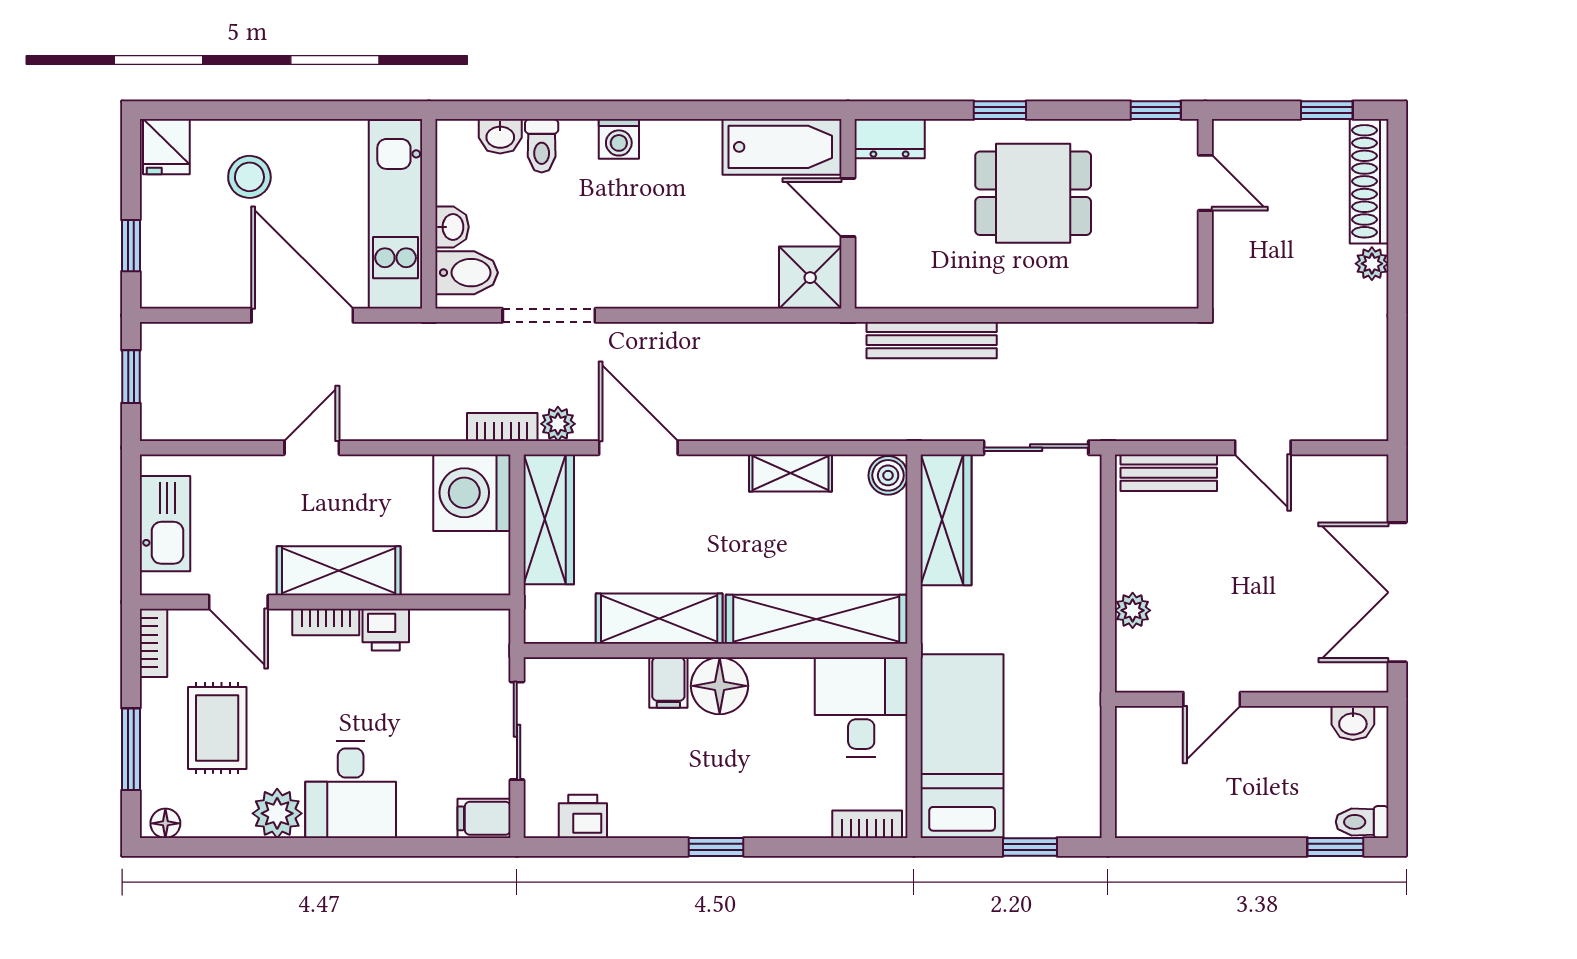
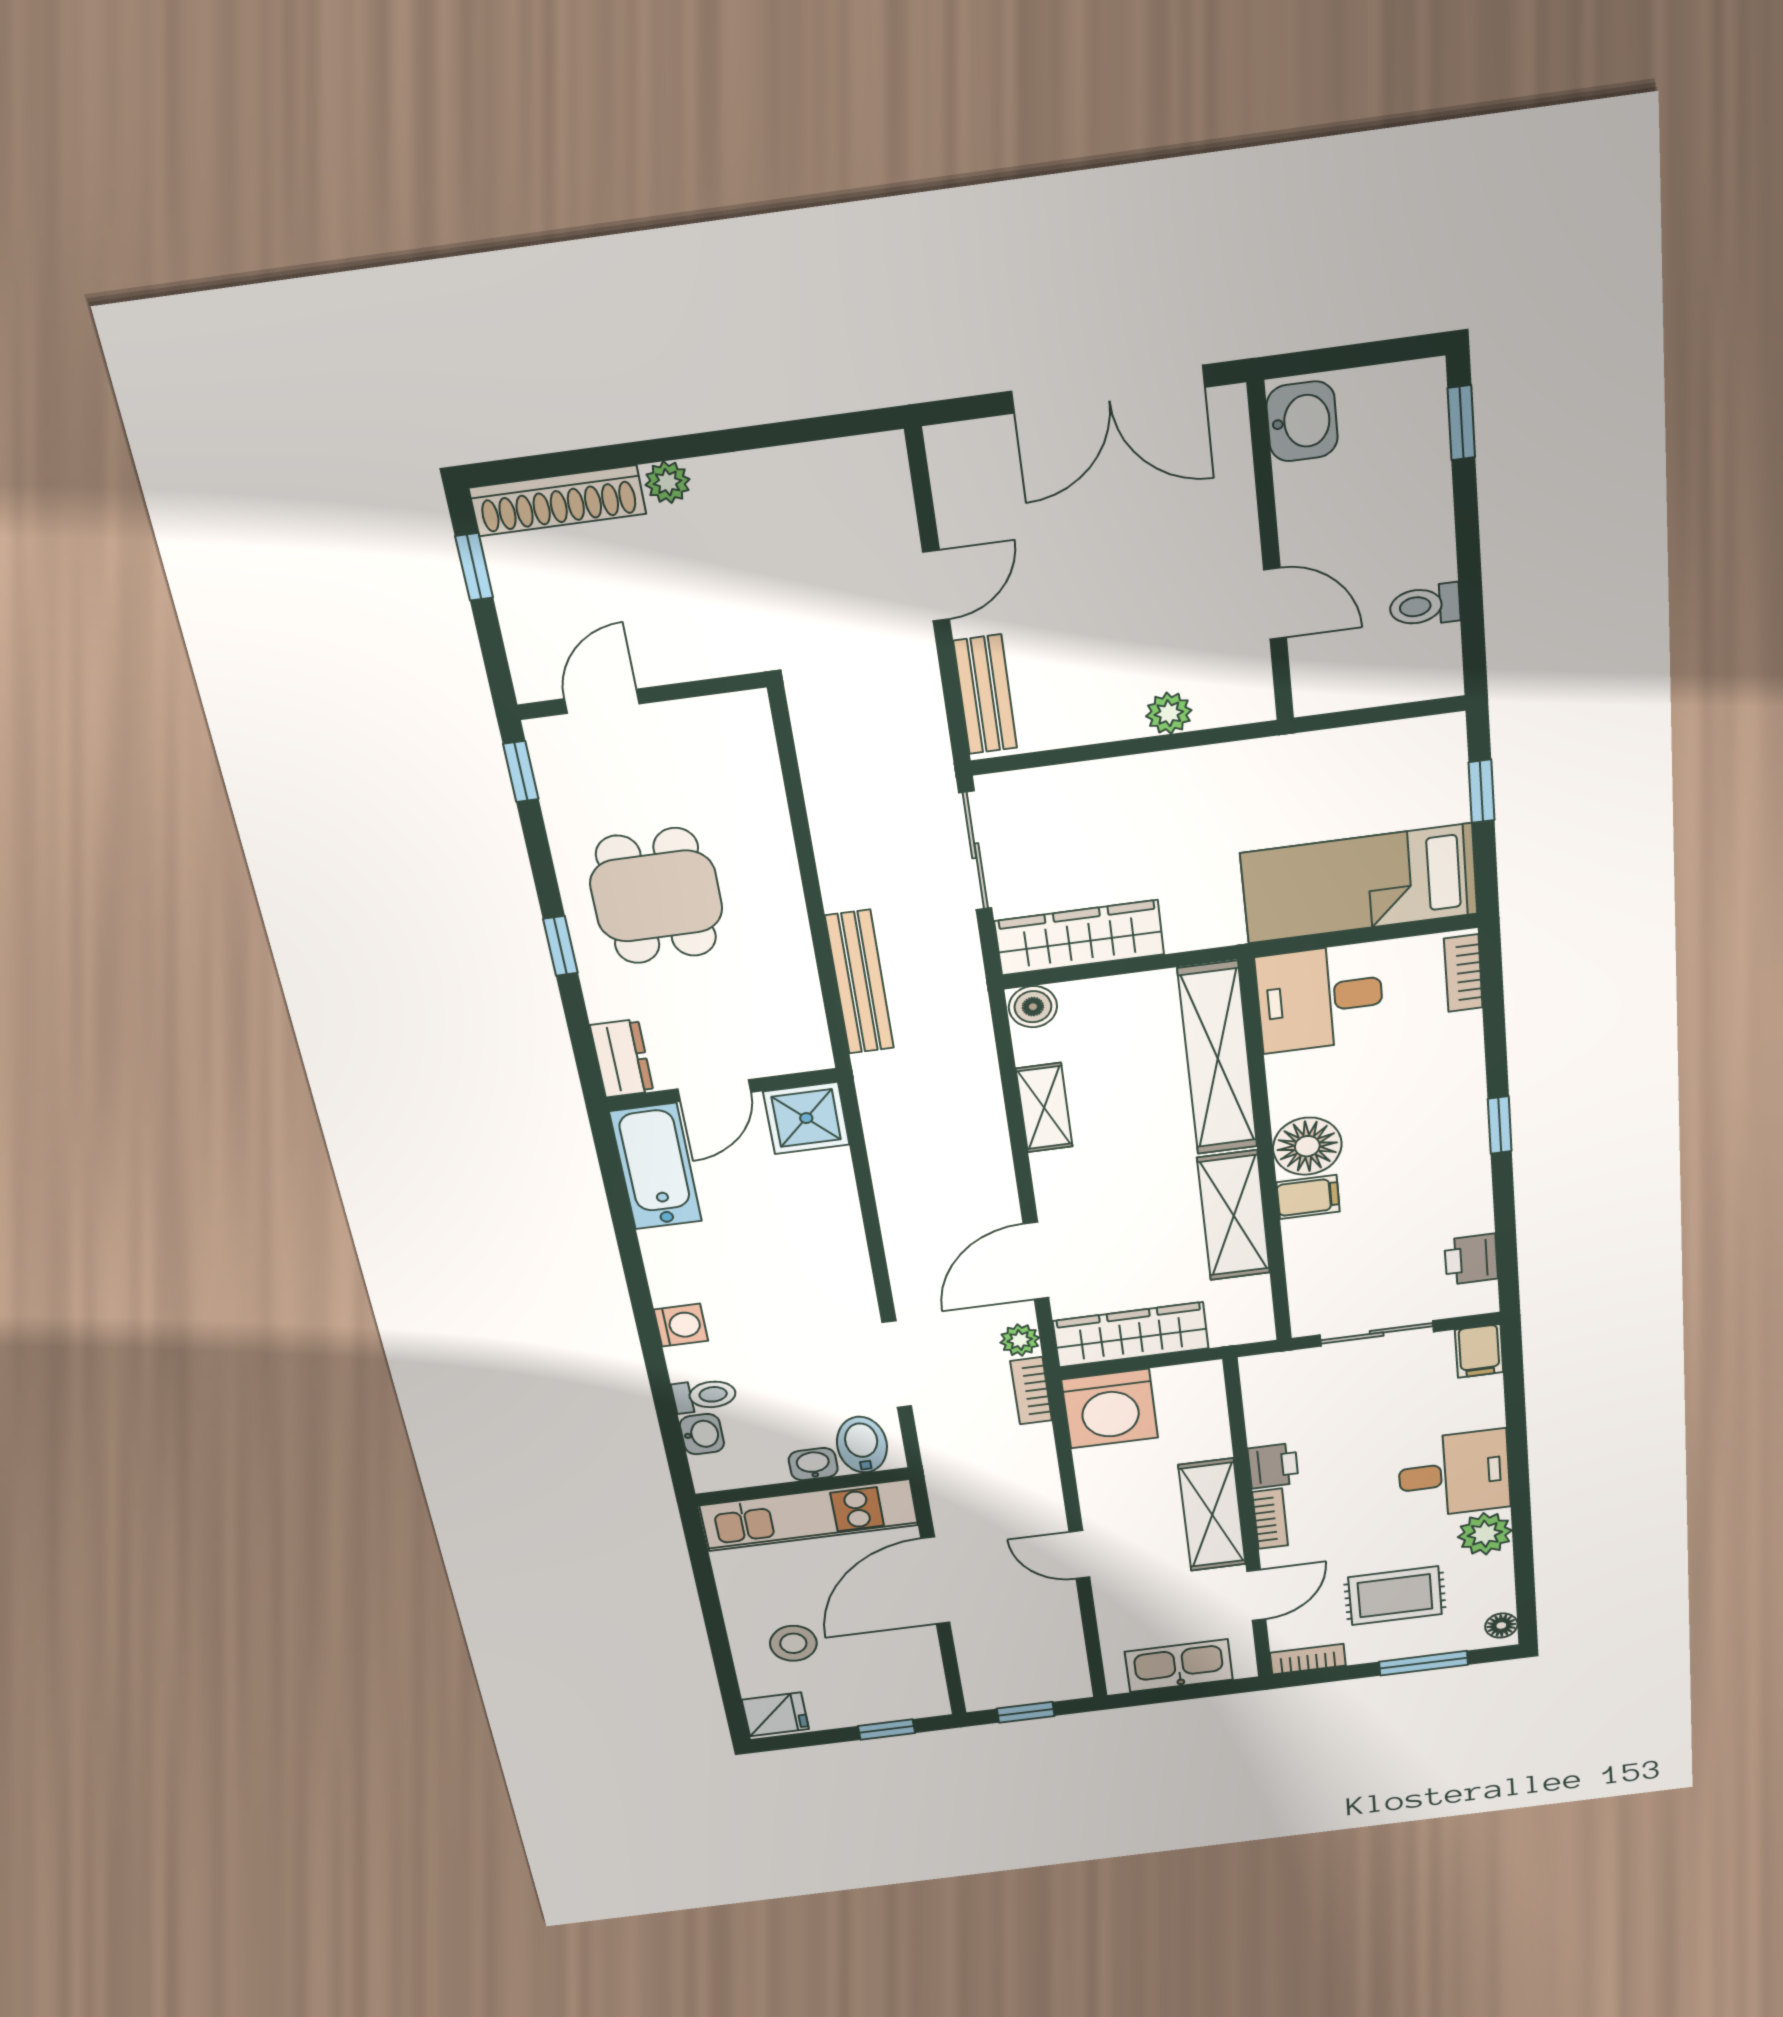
washbasin: (1353, 723) -> (1302, 421), width x1.38, depth x1.45
toilet: (1362, 822) -> (1425, 605), moved, turned 90

